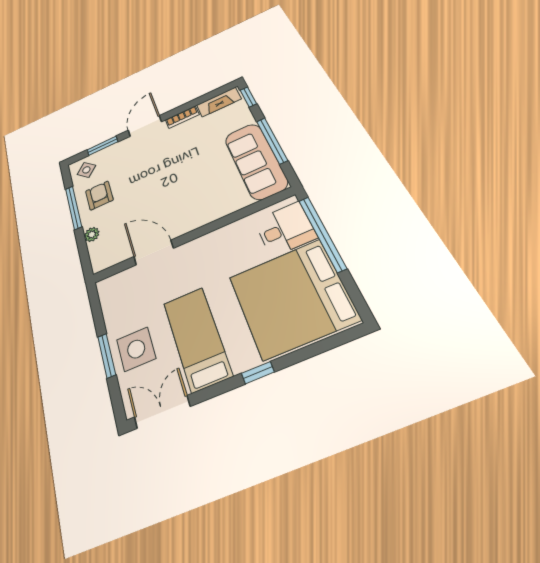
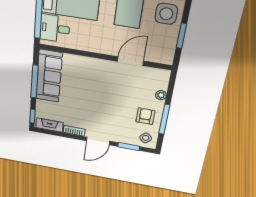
armchair: (99, 195) -> (145, 116), turned 180
door: (154, 252) -> (130, 61), swing flipped
window: (107, 356) -> (181, 36), moved

